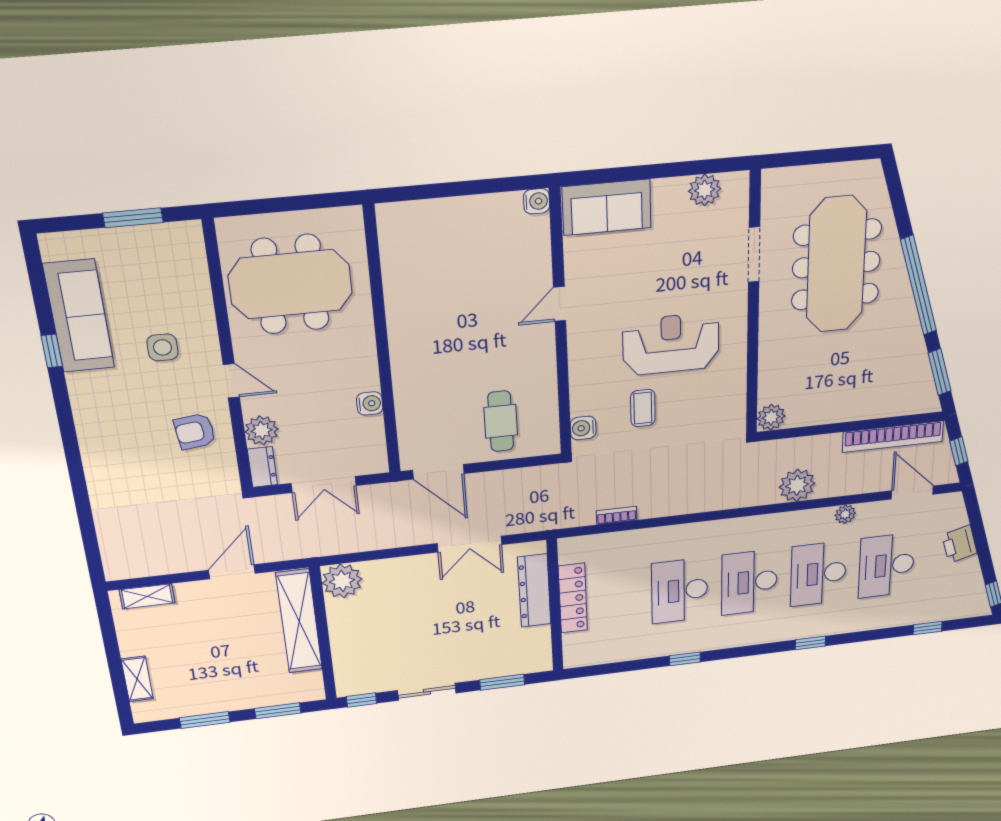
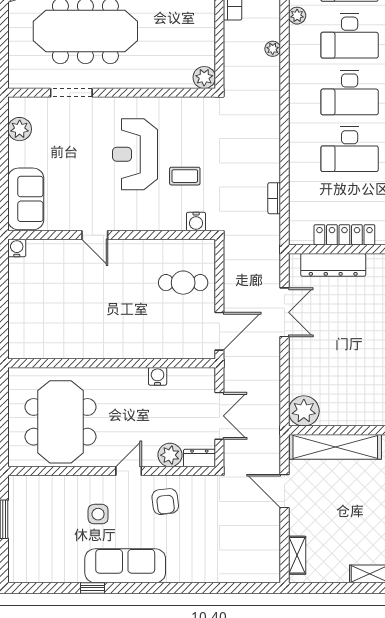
sofa: (79, 316) -> (125, 566), moved
plant: (797, 485) -> (273, 49), width x0.53, depth x0.53

